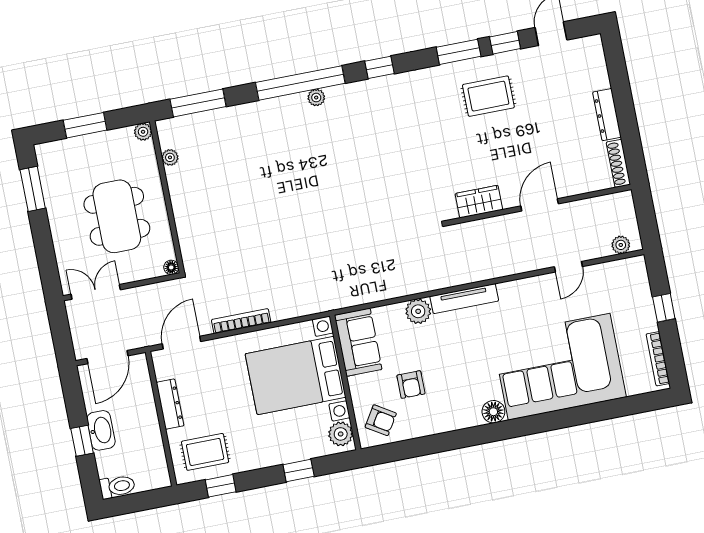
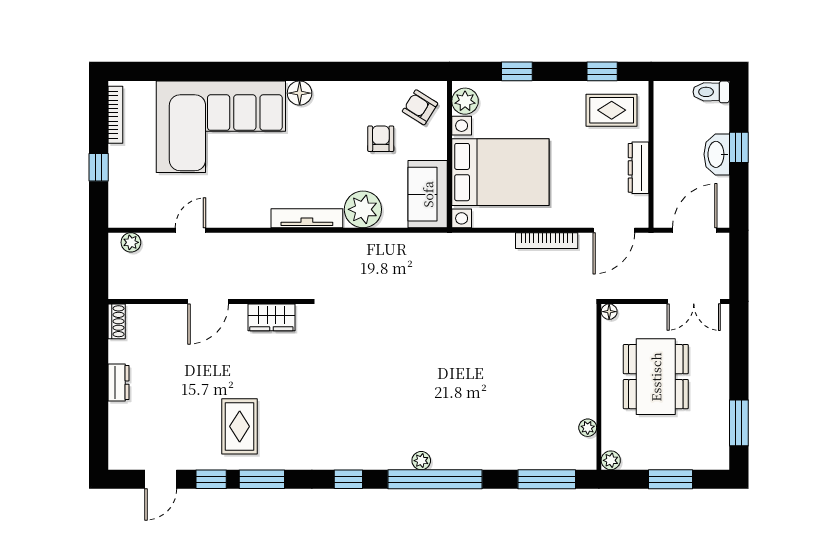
rug: (488, 96) -> (240, 426), turned 90
dresser: (607, 115) -> (118, 383), width x0.70
shoe rack: (618, 163) -> (117, 321), width x0.70
plant: (418, 311) -> (363, 209), width x1.36, depth x1.36

